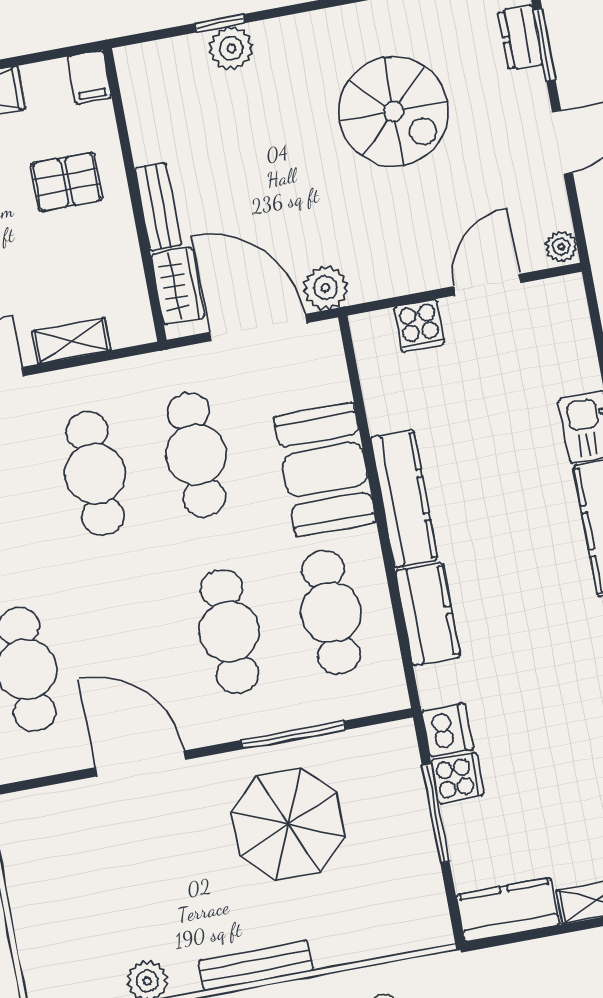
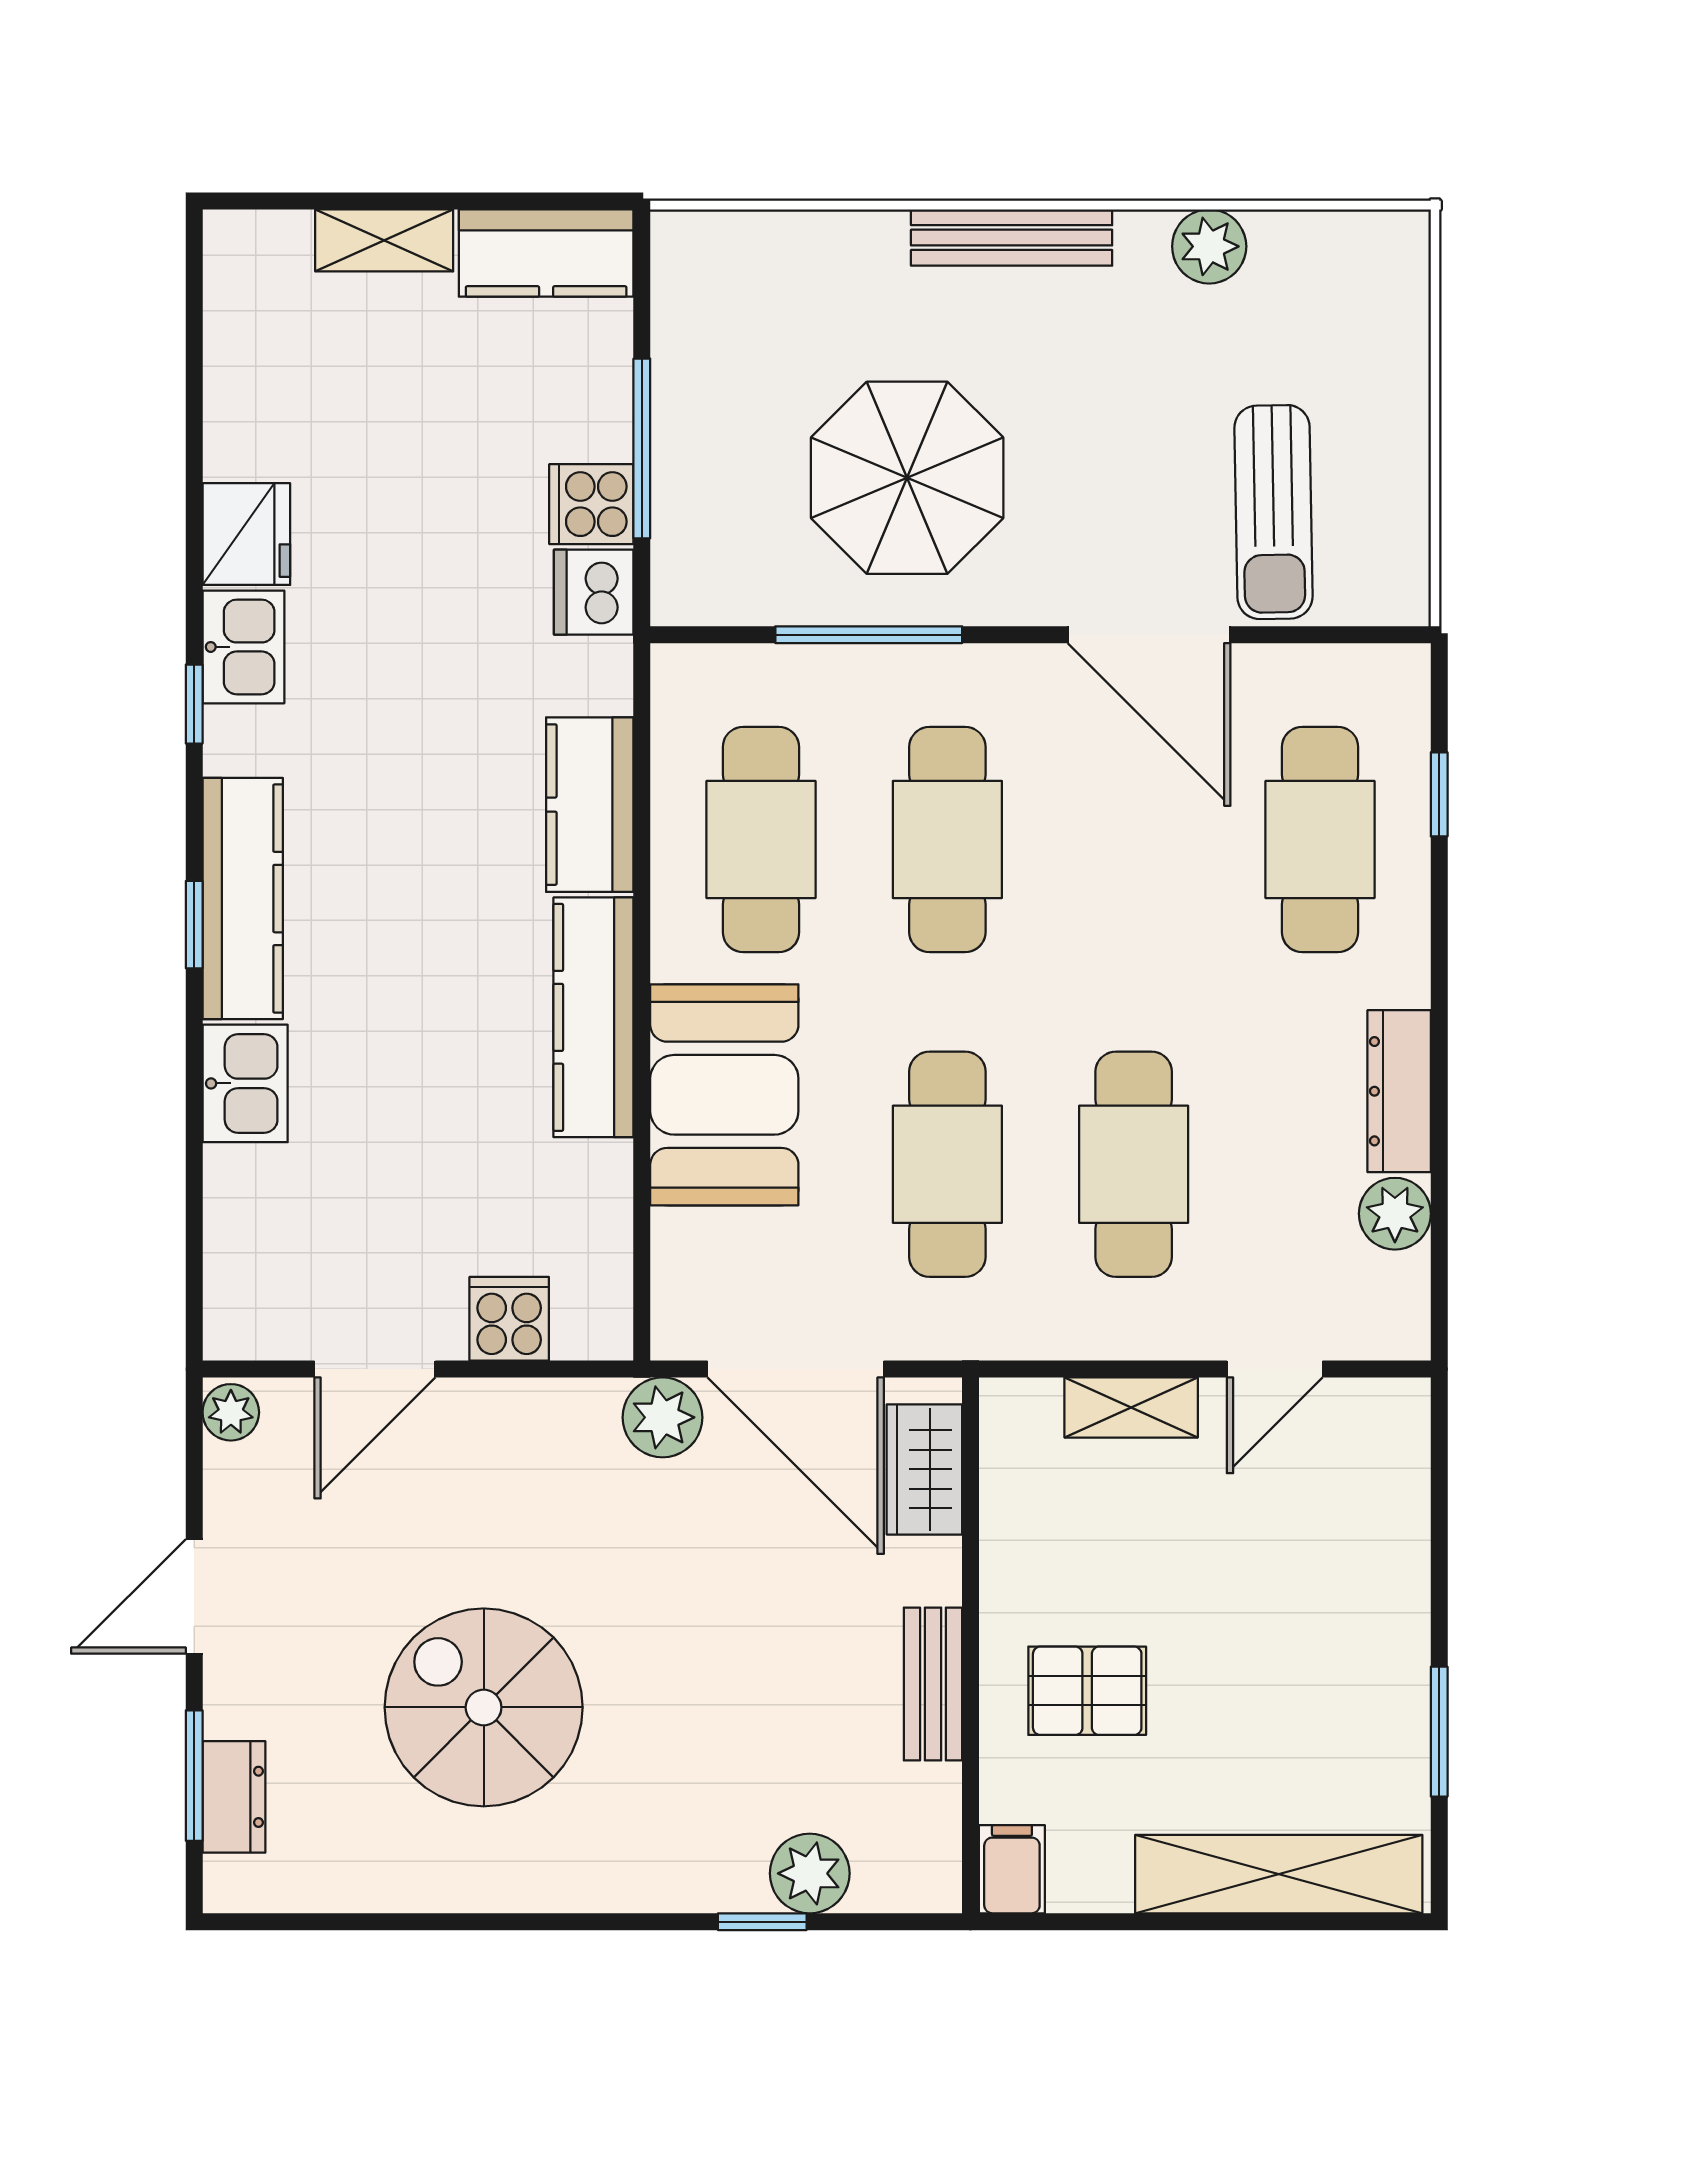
plant: (231, 48) -> (810, 1873), moved
bench: (158, 207) -> (933, 1684), moved
sun lounger: (85, 843) -> (1274, 512), added

